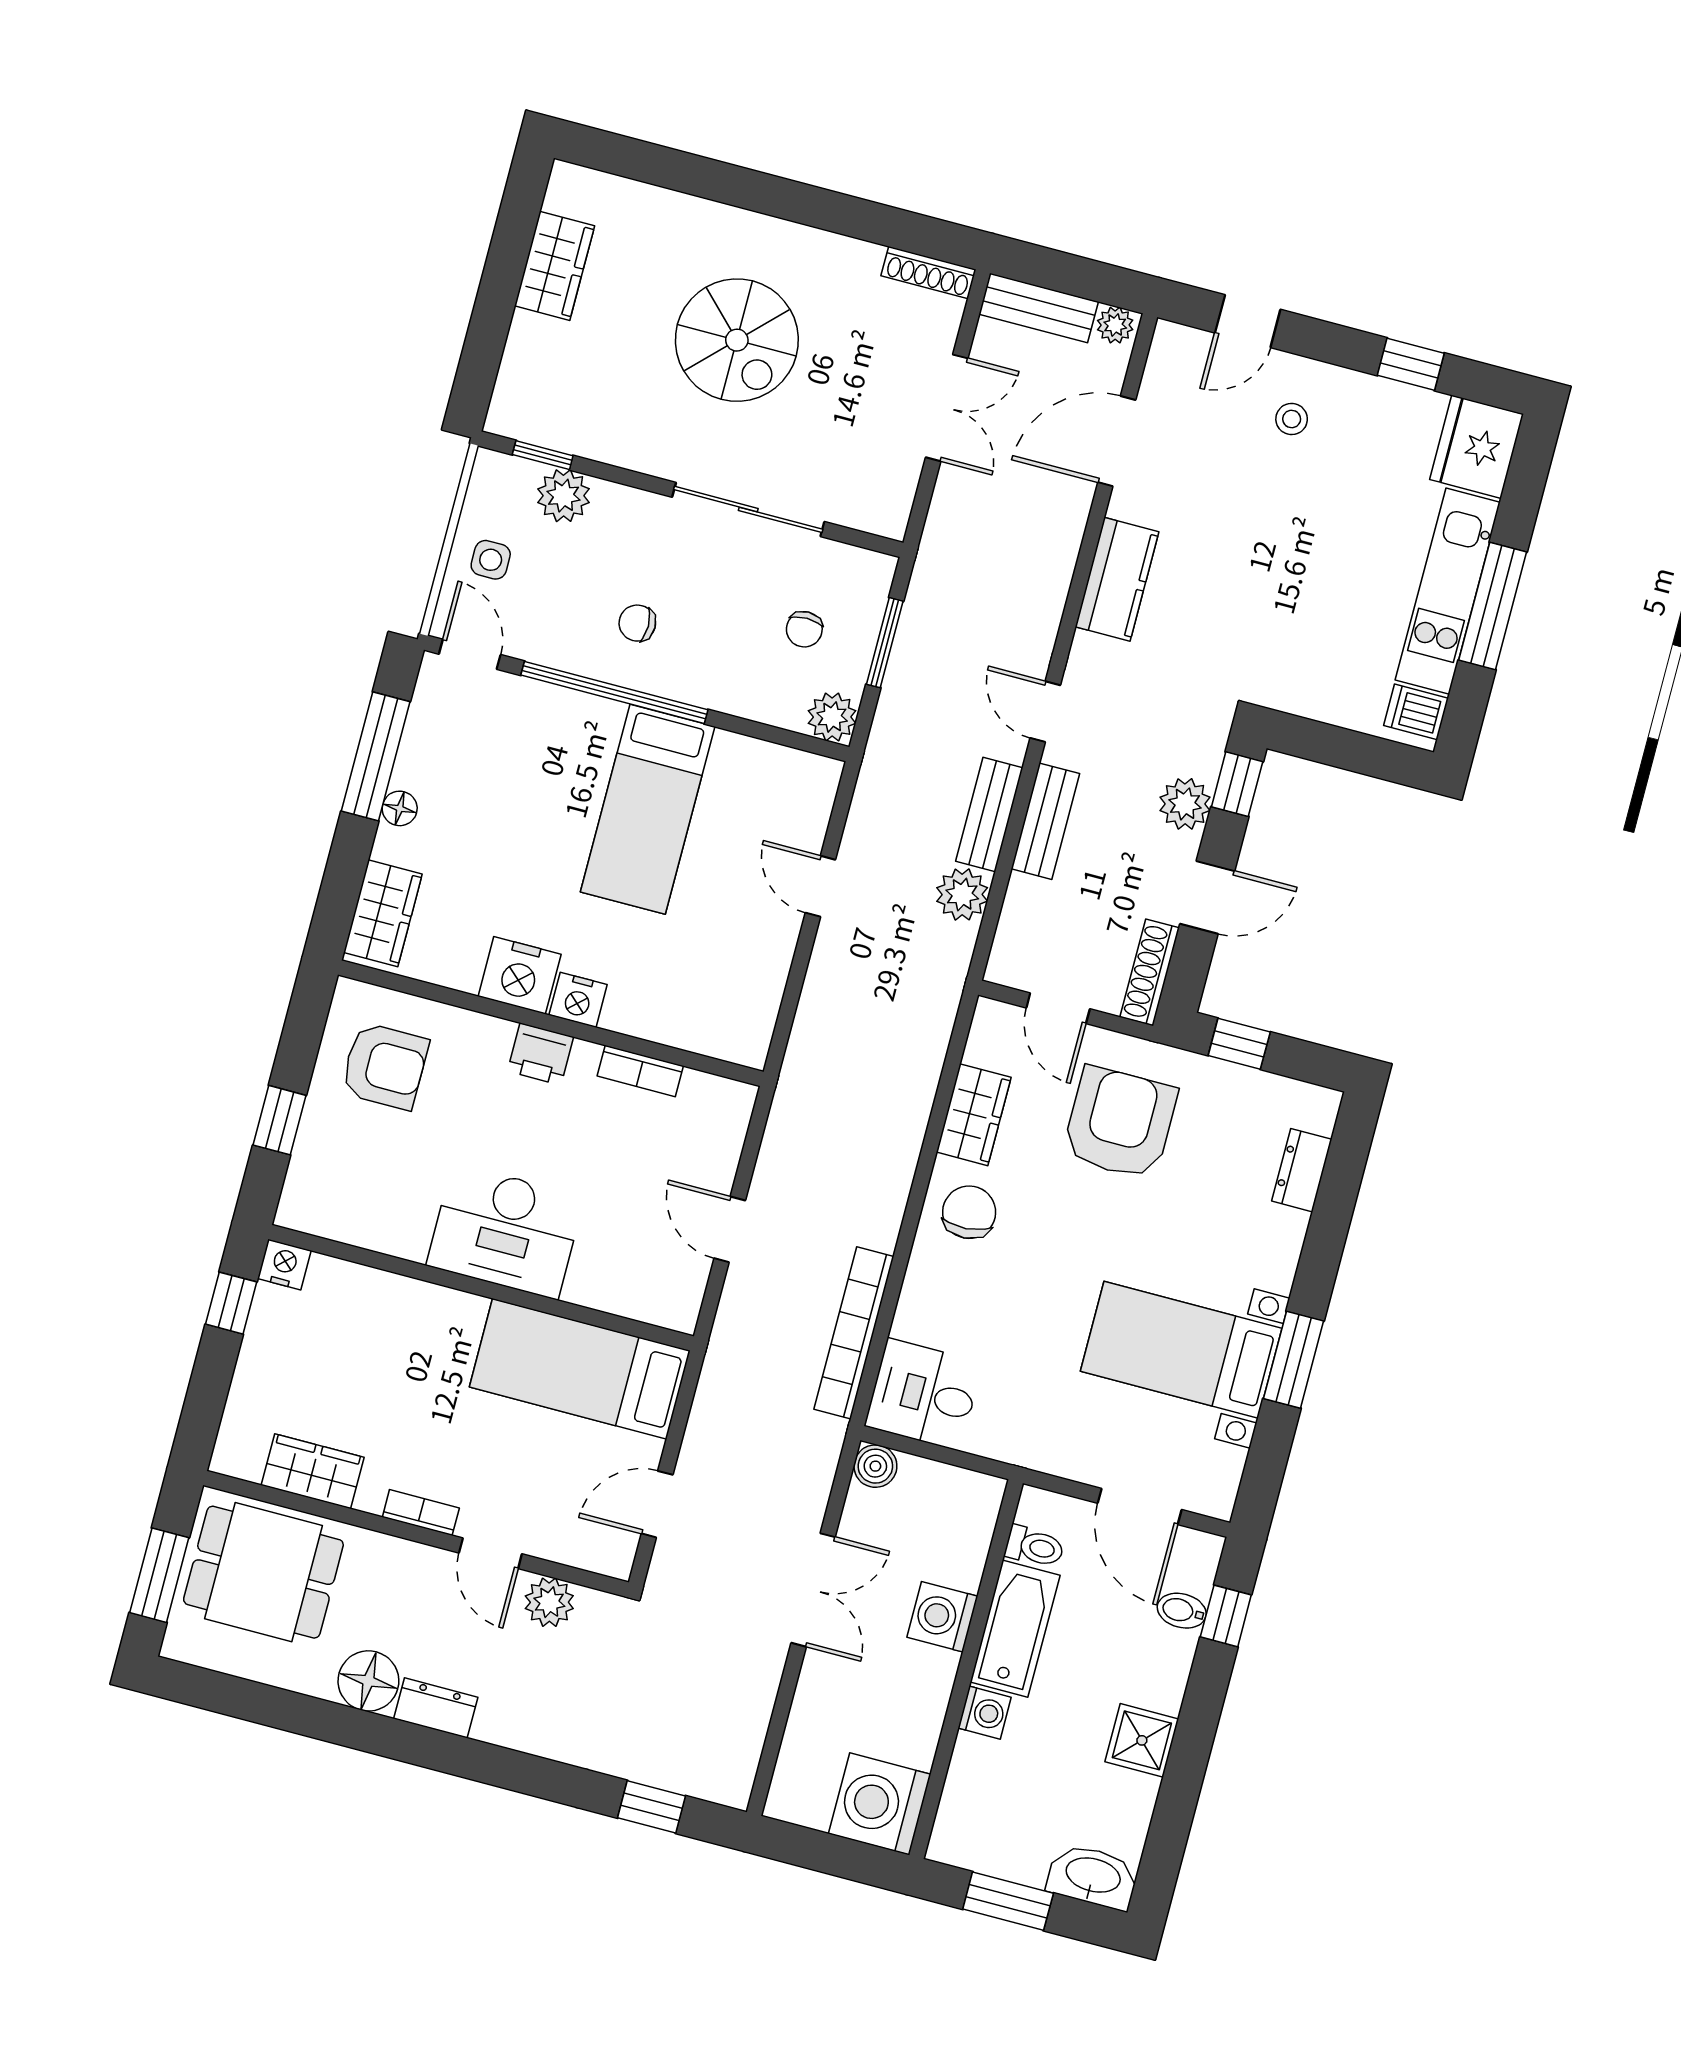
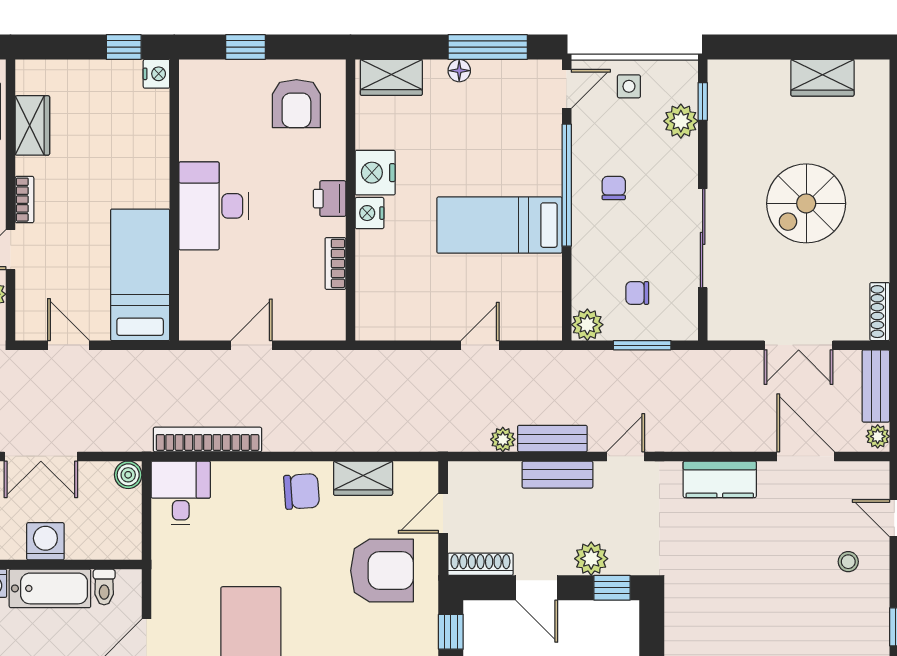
plant: (962, 894) -> (503, 439), width x0.73, depth x0.73

